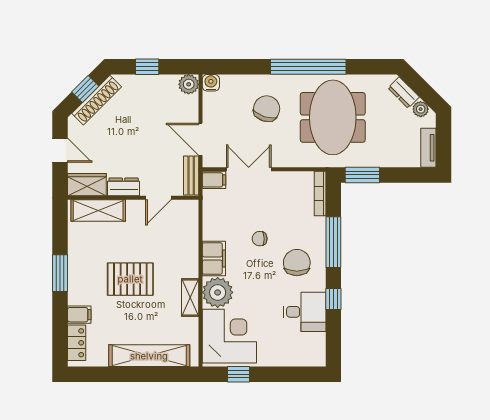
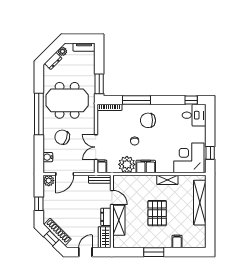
water cooler: (211, 83) -> (48, 157), moved
door: (201, 139) -> (65, 174), moved
shelving: (98, 210) -> (119, 220), moved
plant: (218, 292) -> (127, 164), moved
window: (333, 299) -> (191, 100), moved
desk: (305, 312) -> (194, 115), moved, turned 90
locker: (77, 343) -> (193, 243), removed

